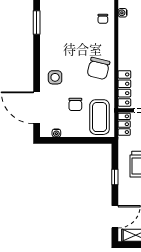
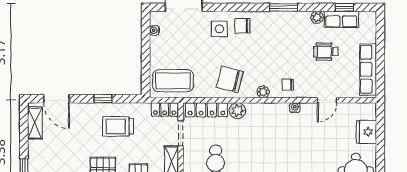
plant: (109, 40) -> (263, 92), added
plant: (125, 62) -> (238, 111), added
chair: (75, 104) -> (243, 26), moved

